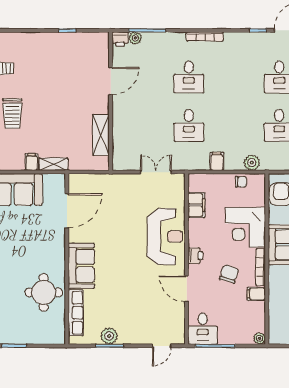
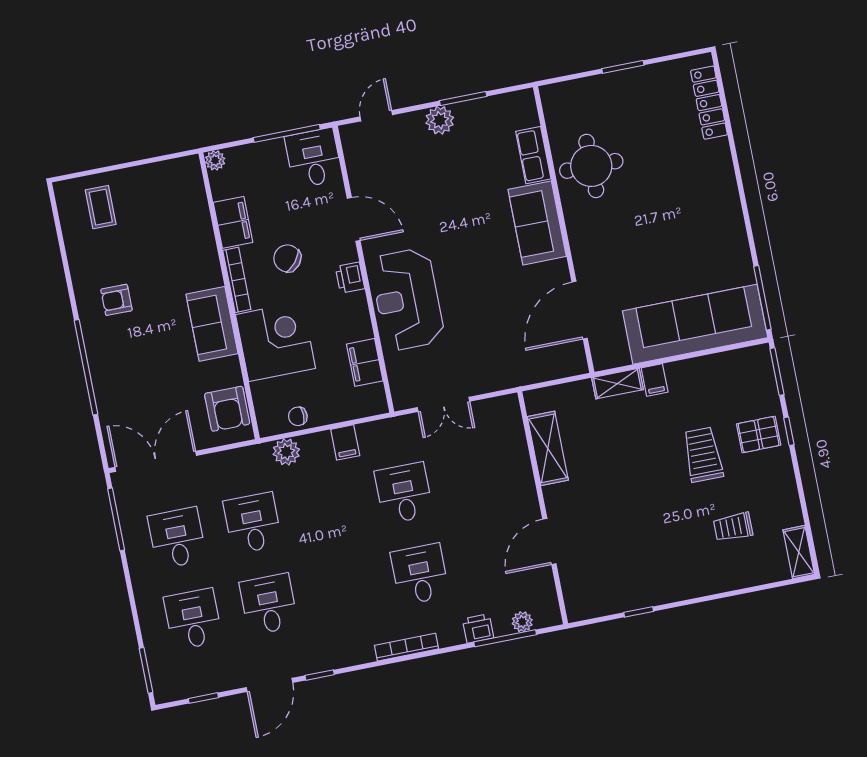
printer: (120, 39) -> (478, 628), moved
chair: (229, 274) -> (287, 258), turned 111
filing cabinet: (256, 294) -> (233, 222), width x2.00
row of seats: (76, 313) -> (533, 155), width x0.68
plant: (109, 336) -> (440, 120), moved

